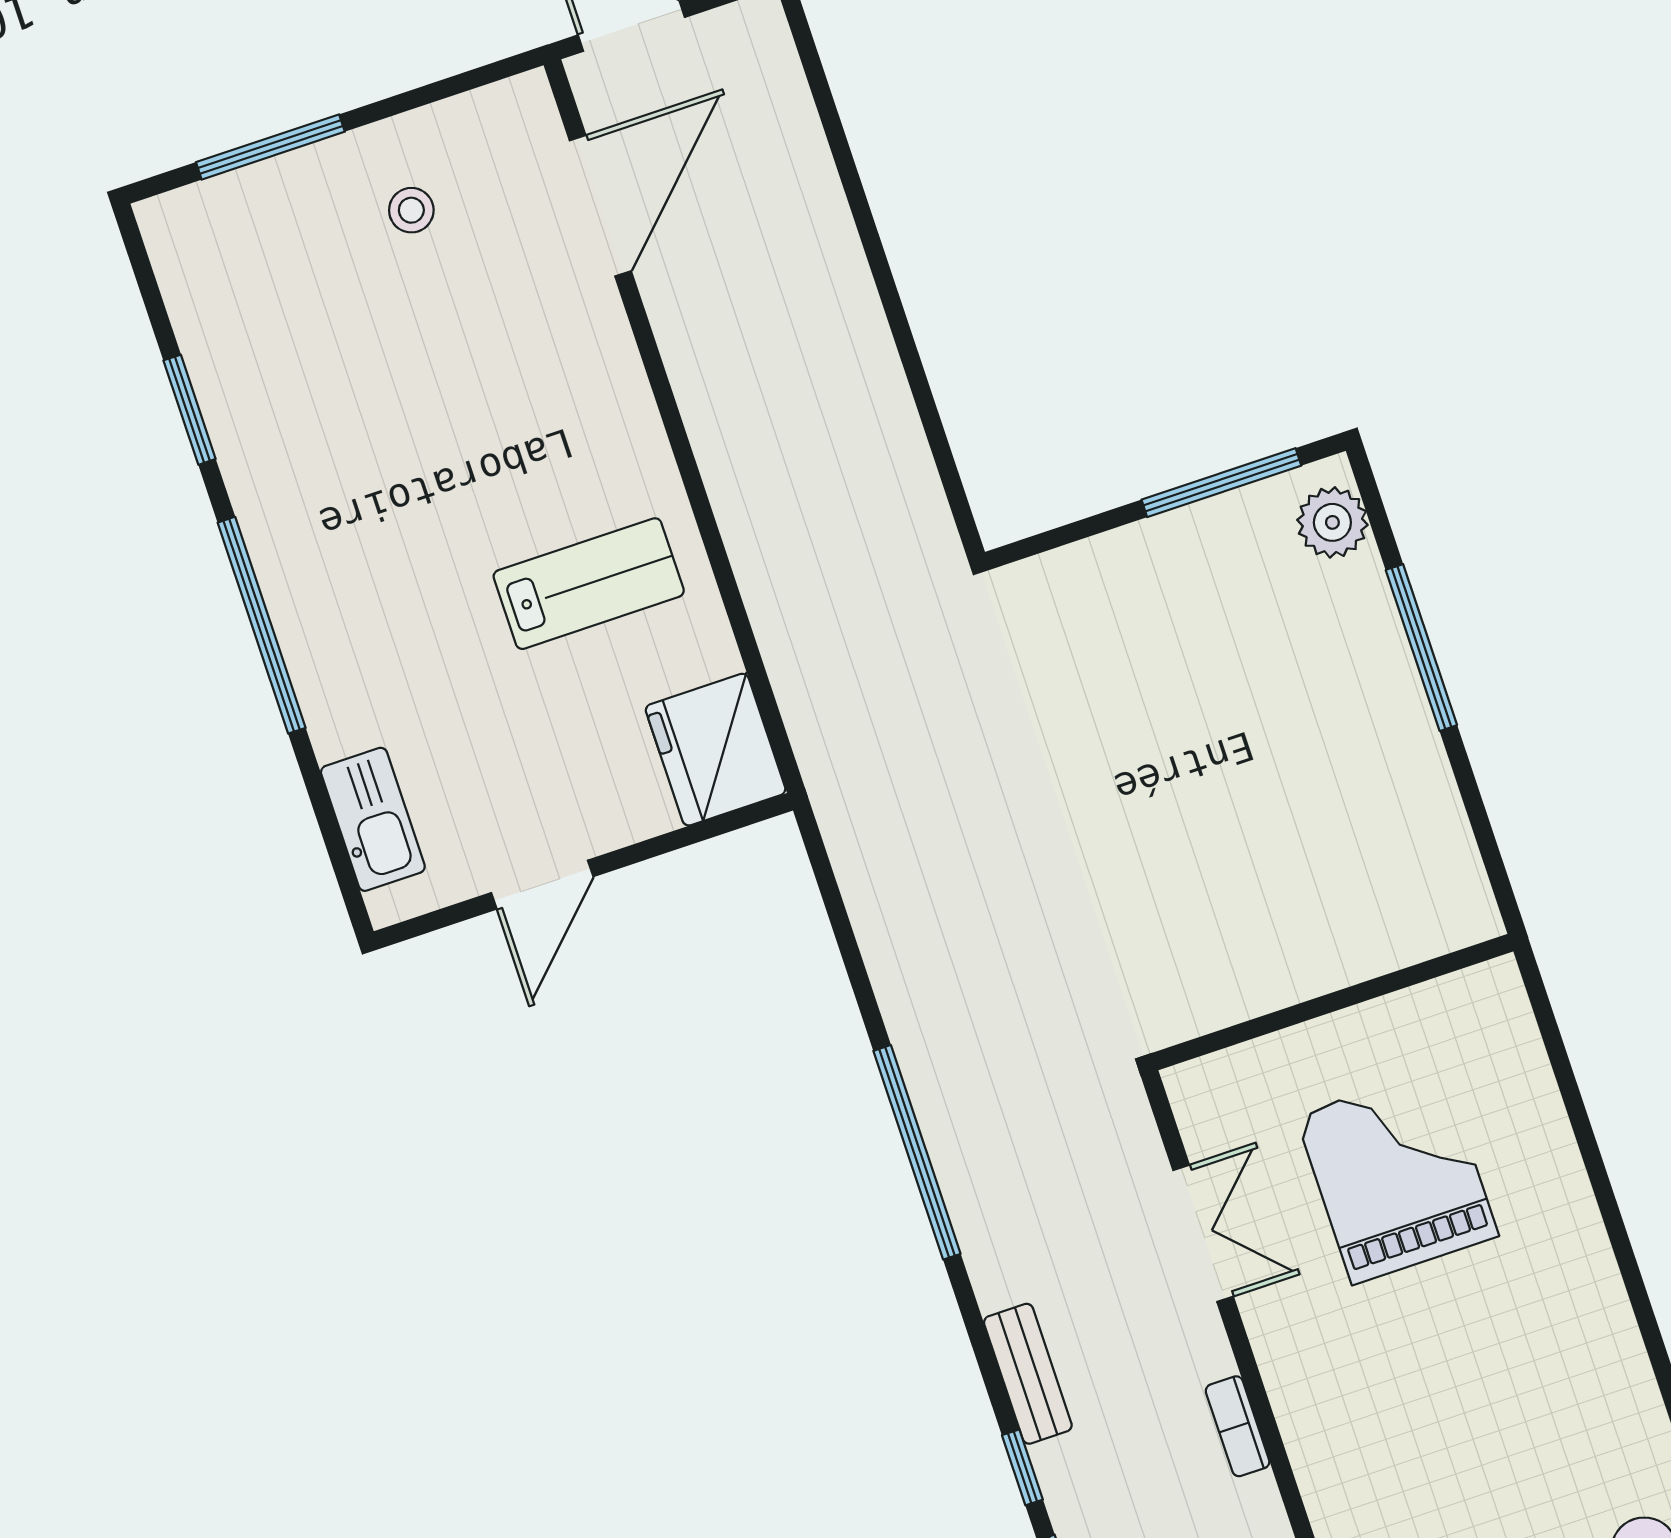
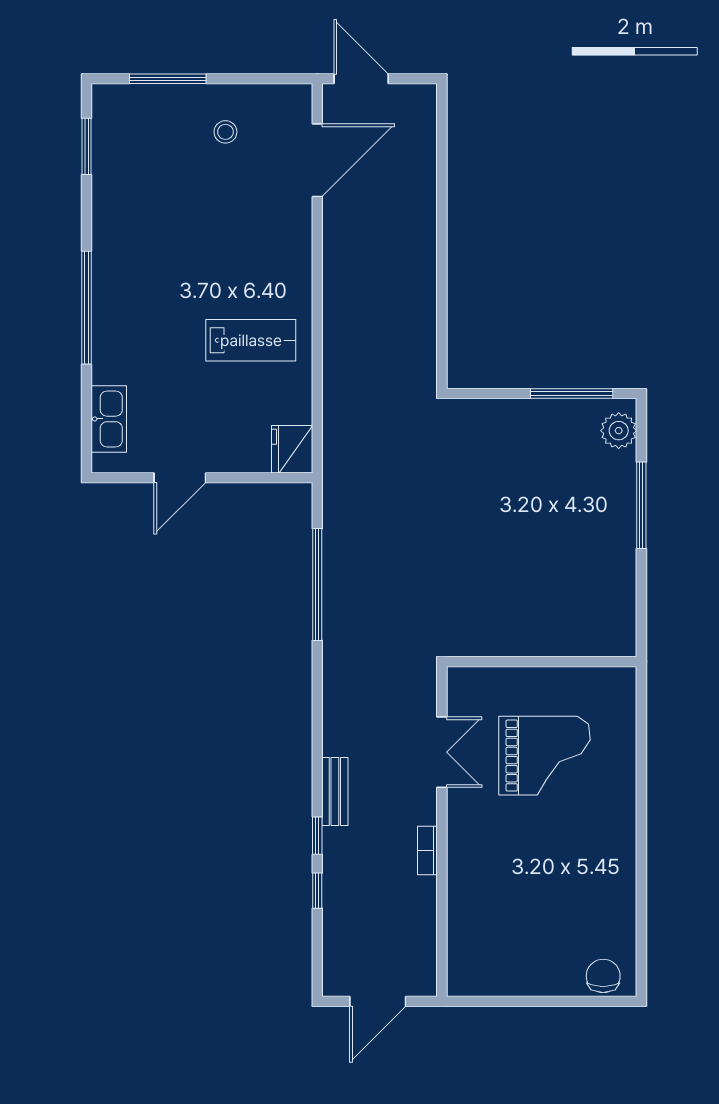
window: (190, 410) -> (87, 146), moved
fridge: (716, 750) -> (292, 449), width x0.73, depth x0.75
window: (917, 1152) -> (317, 585), moved
grand piano: (1397, 1176) -> (545, 756), turned 90

